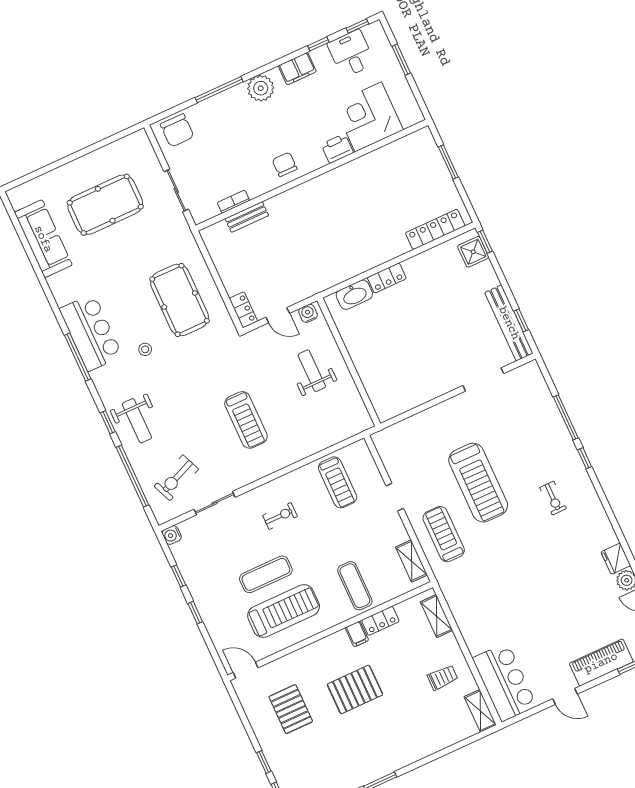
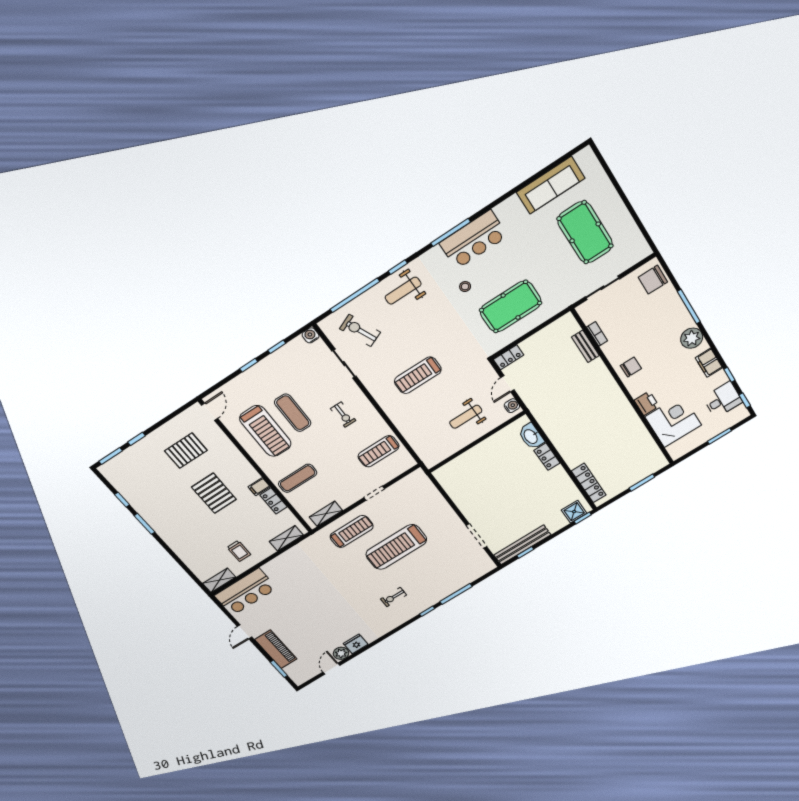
weight bench: (312, 371) -> (466, 417), turned 180

